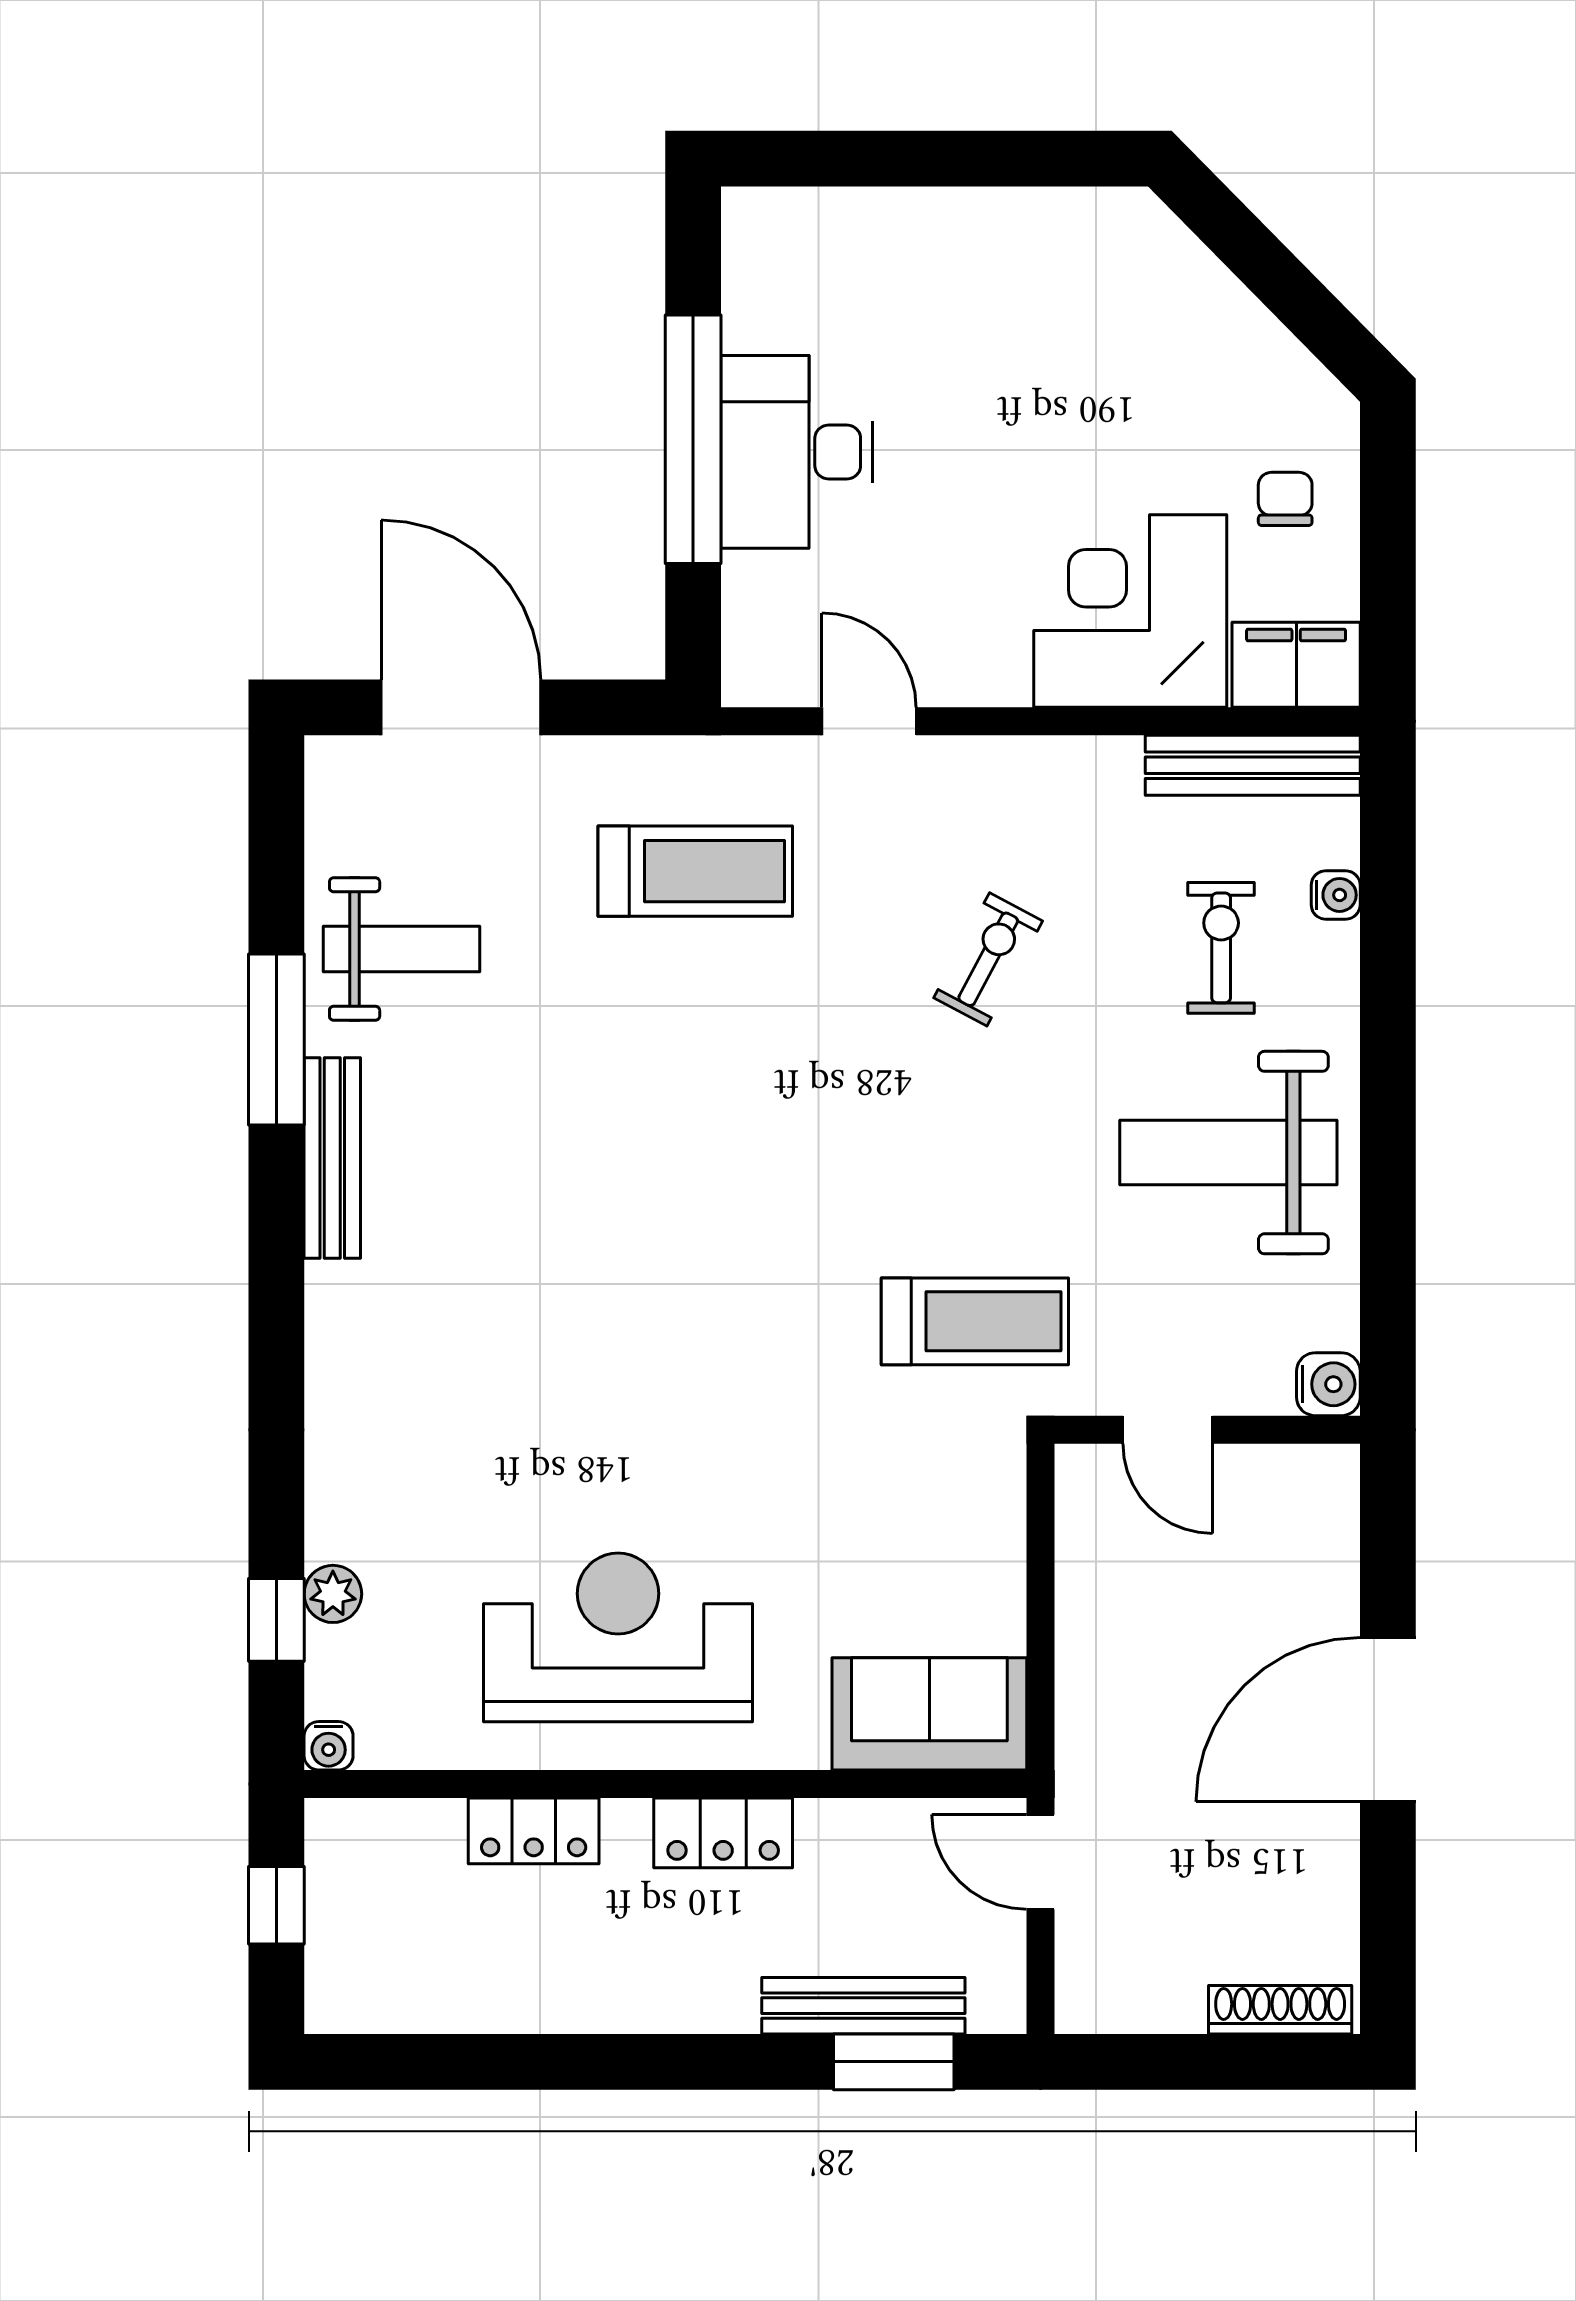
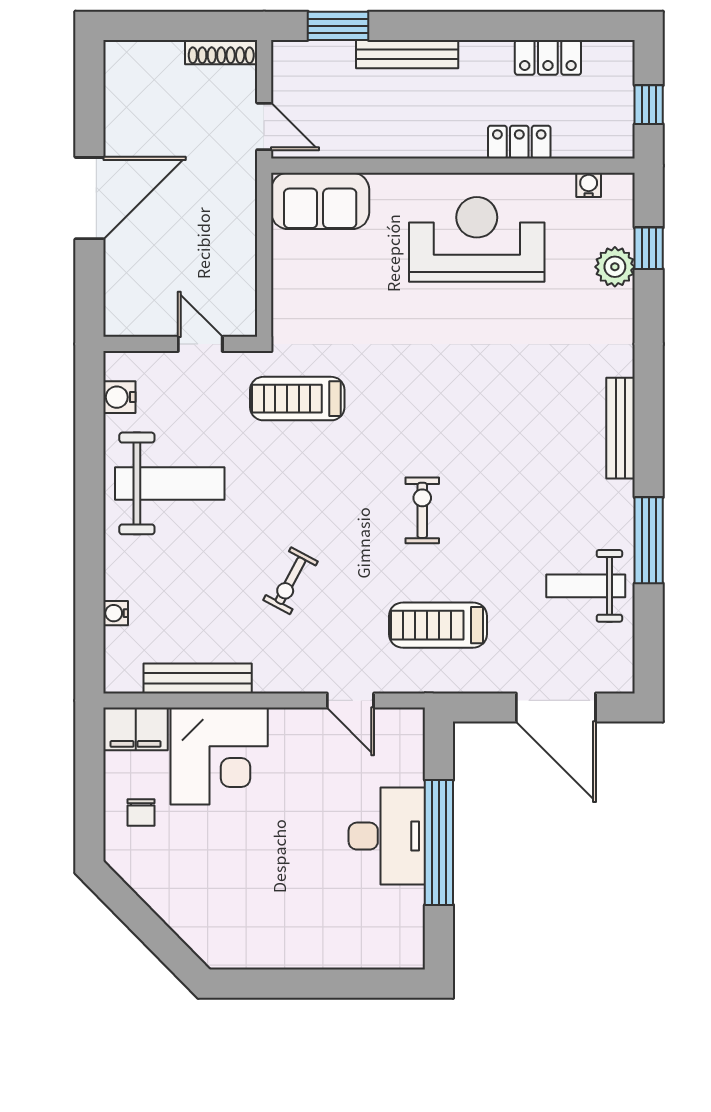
bench: (1253, 765) -> (198, 678), moved
exercise bike: (1221, 948) -> (422, 510), moved, turned 180
bench: (332, 1158) -> (621, 428), moved
water cooler: (1328, 1384) -> (119, 397), moved
plant: (333, 1594) -> (615, 267), width x1.38, depth x1.38
reception desk: (618, 1637) -> (477, 239), turned 180
water cooler: (329, 1746) -> (589, 185), moved
locker: (723, 1833) -> (548, 57), moved, turned 180
bench: (863, 2006) -> (407, 54), moved
shoe rack: (1280, 2010) -> (221, 52), moved

